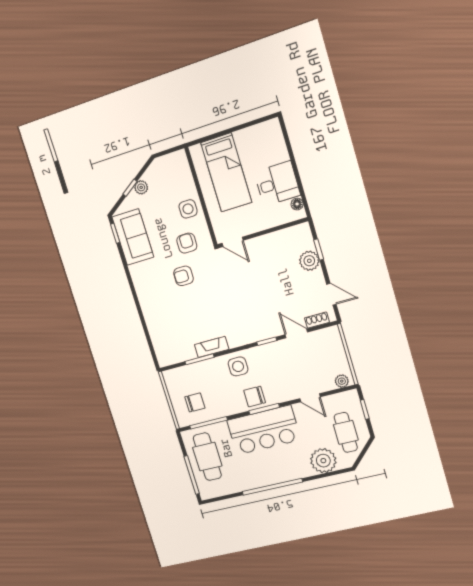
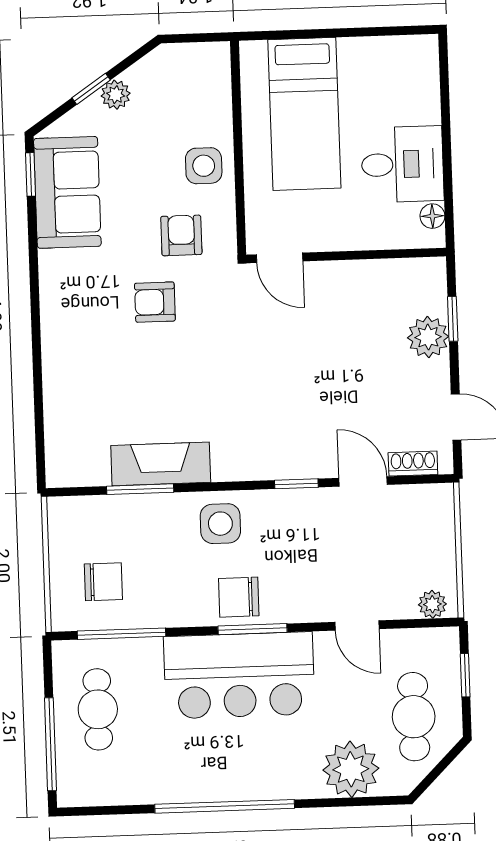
fireplace: (212, 347) -> (161, 464), width x1.37, depth x1.32
cafe table: (207, 457) -> (98, 709), width x0.73, depth x0.74

